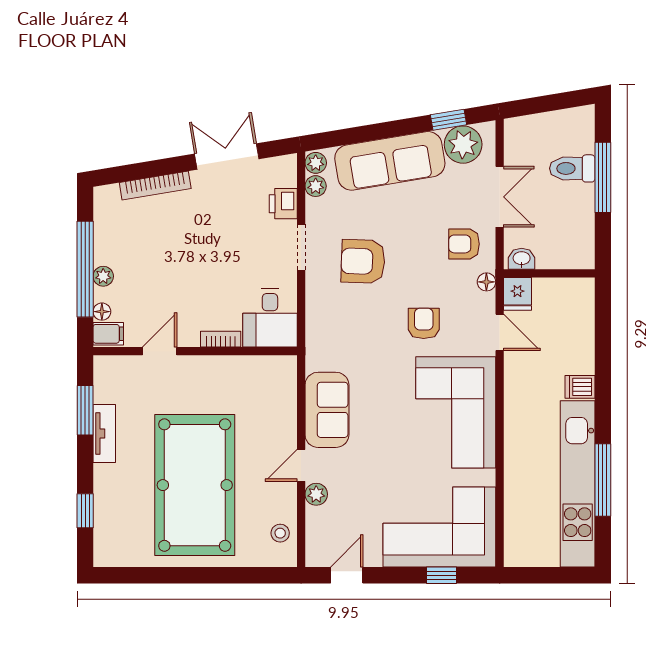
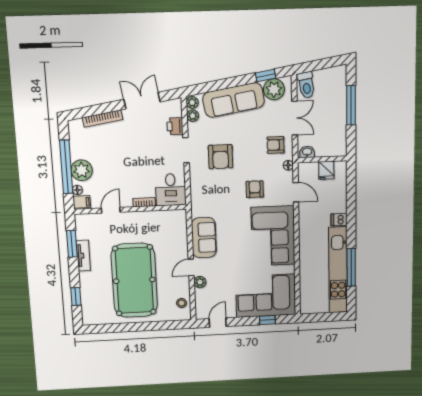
toilet: (572, 168) -> (306, 85), moved, turned -99
armchair: (363, 261) -> (220, 157), turned -92
plant: (103, 276) -> (82, 170), width x1.88, depth x1.88
fridge: (517, 294) -> (326, 170), moved

